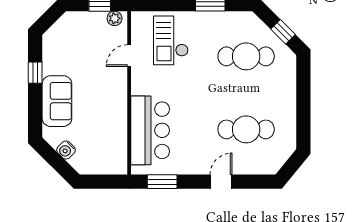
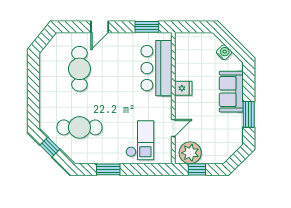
plant: (115, 18) -> (190, 153), width x1.87, depth x1.87
window: (35, 73) -> (249, 114), width x1.50
fridge: (117, 105) -> (183, 88), added
cafe table: (246, 129) -> (79, 69), turned 90

